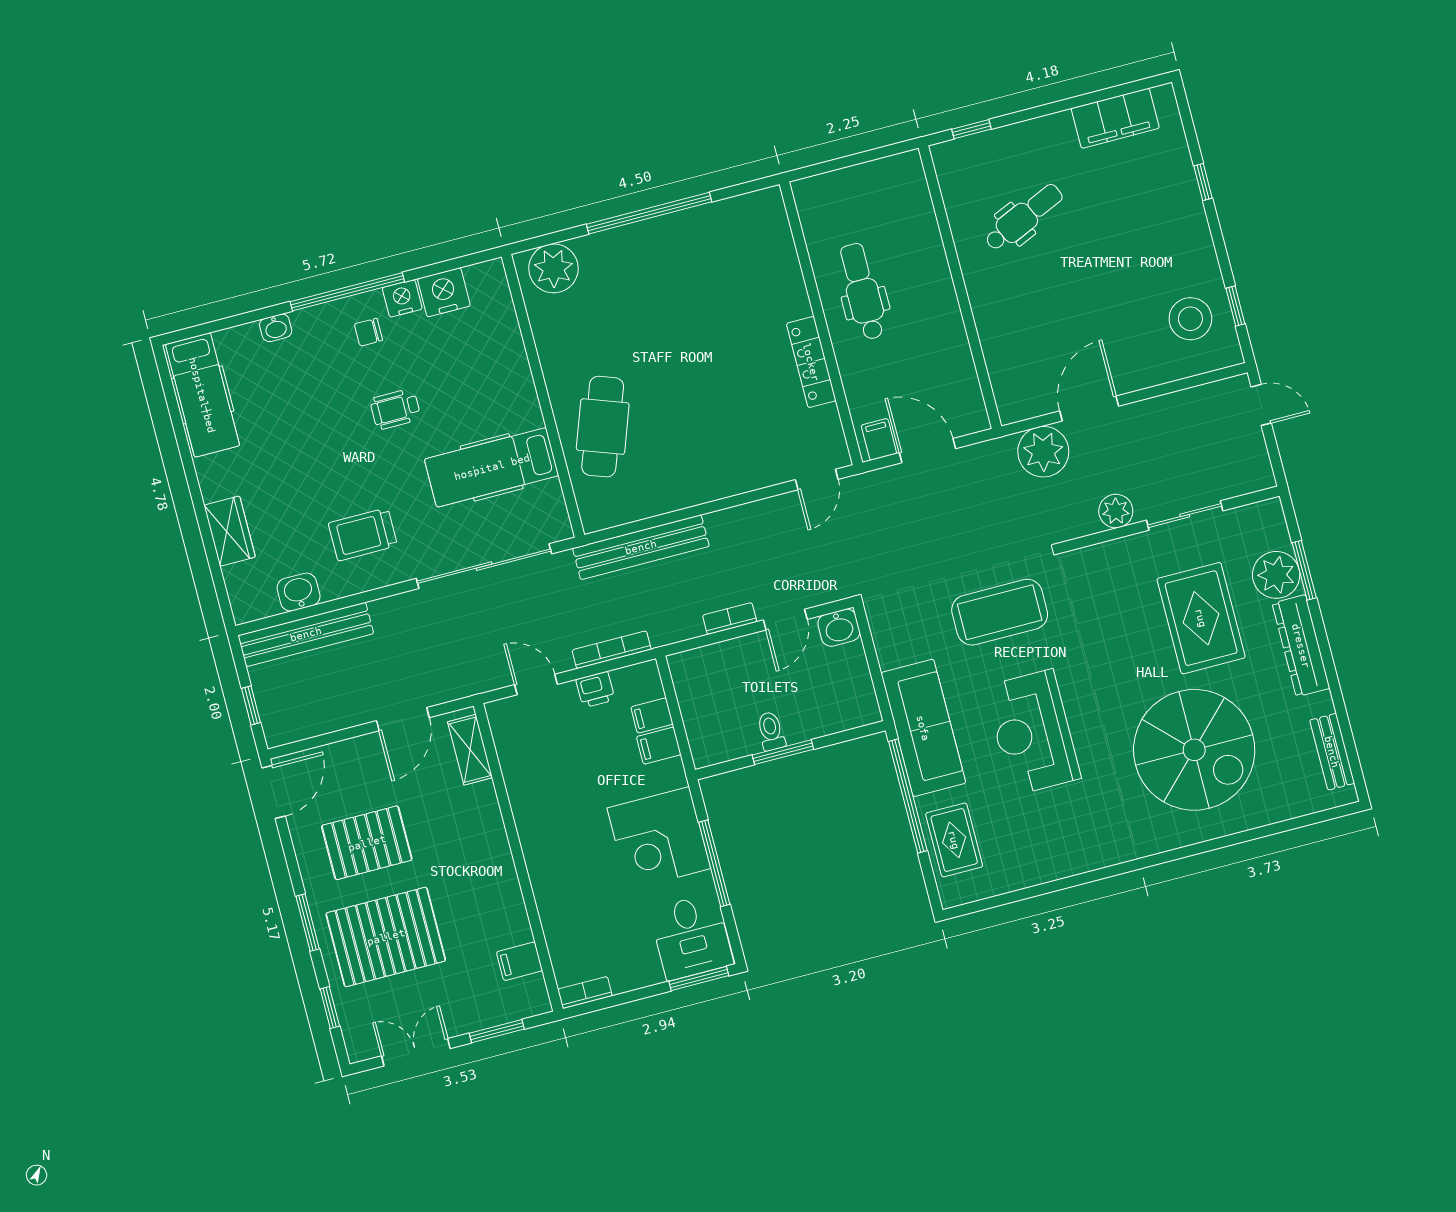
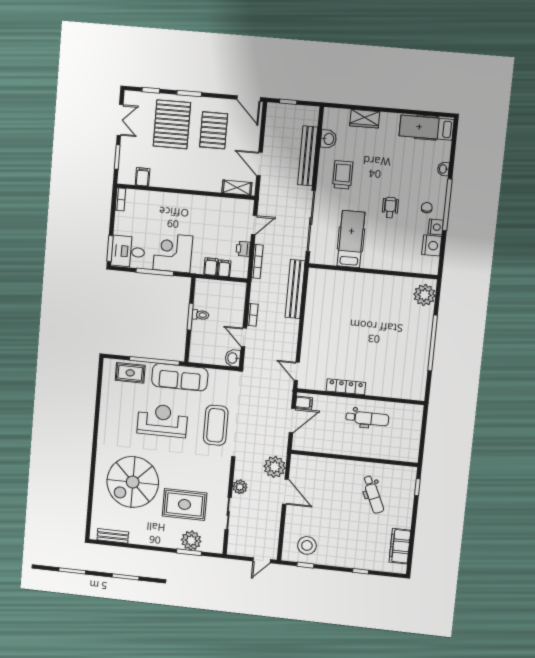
cafe table: (603, 427) -> (351, 291), removed
bench: (306, 634) -> (308, 156), moved
dresser: (1301, 646) -> (159, 540), removed

